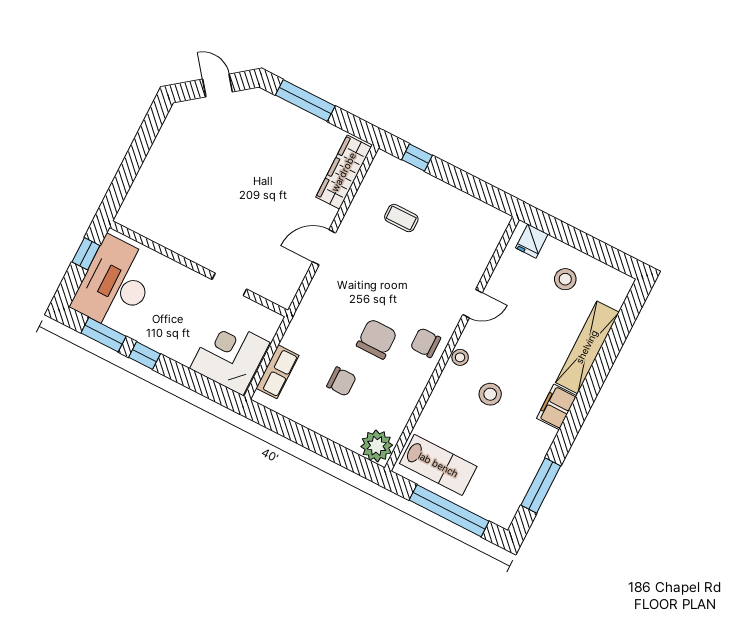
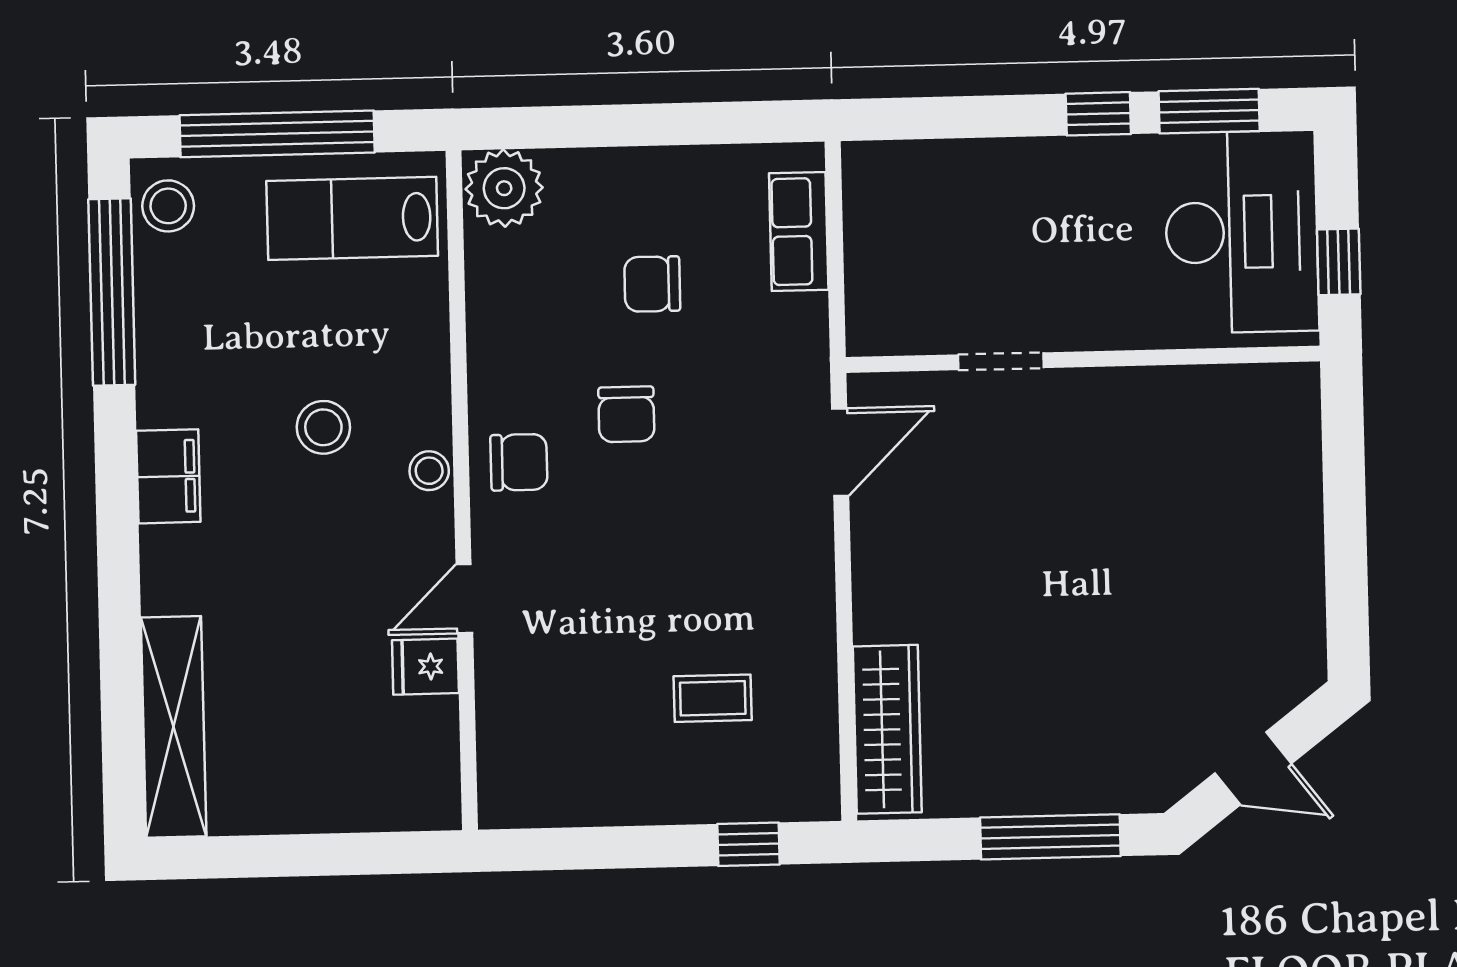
fridge: (532, 241) -> (425, 667), moved, turned -90
door: (324, 247) -> (840, 452), moved
stool: (565, 279) -> (168, 206), moved
chair: (377, 339) -> (626, 414), width x0.73, depth x0.73
shelving: (587, 347) -> (174, 727), moved
corner desk: (230, 355) -> (918, 212), removed
window: (541, 486) -> (112, 292), width x1.46

